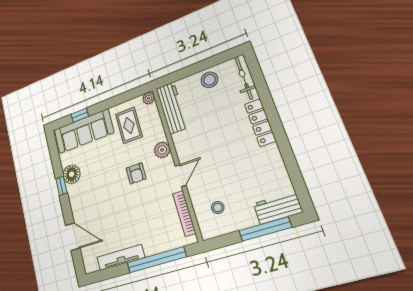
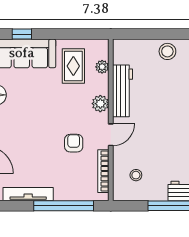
plant: (149, 98) -> (102, 67), moved
workbench: (172, 108) -> (123, 91), moved
armchair: (136, 173) -> (74, 143), moved, turned 180

